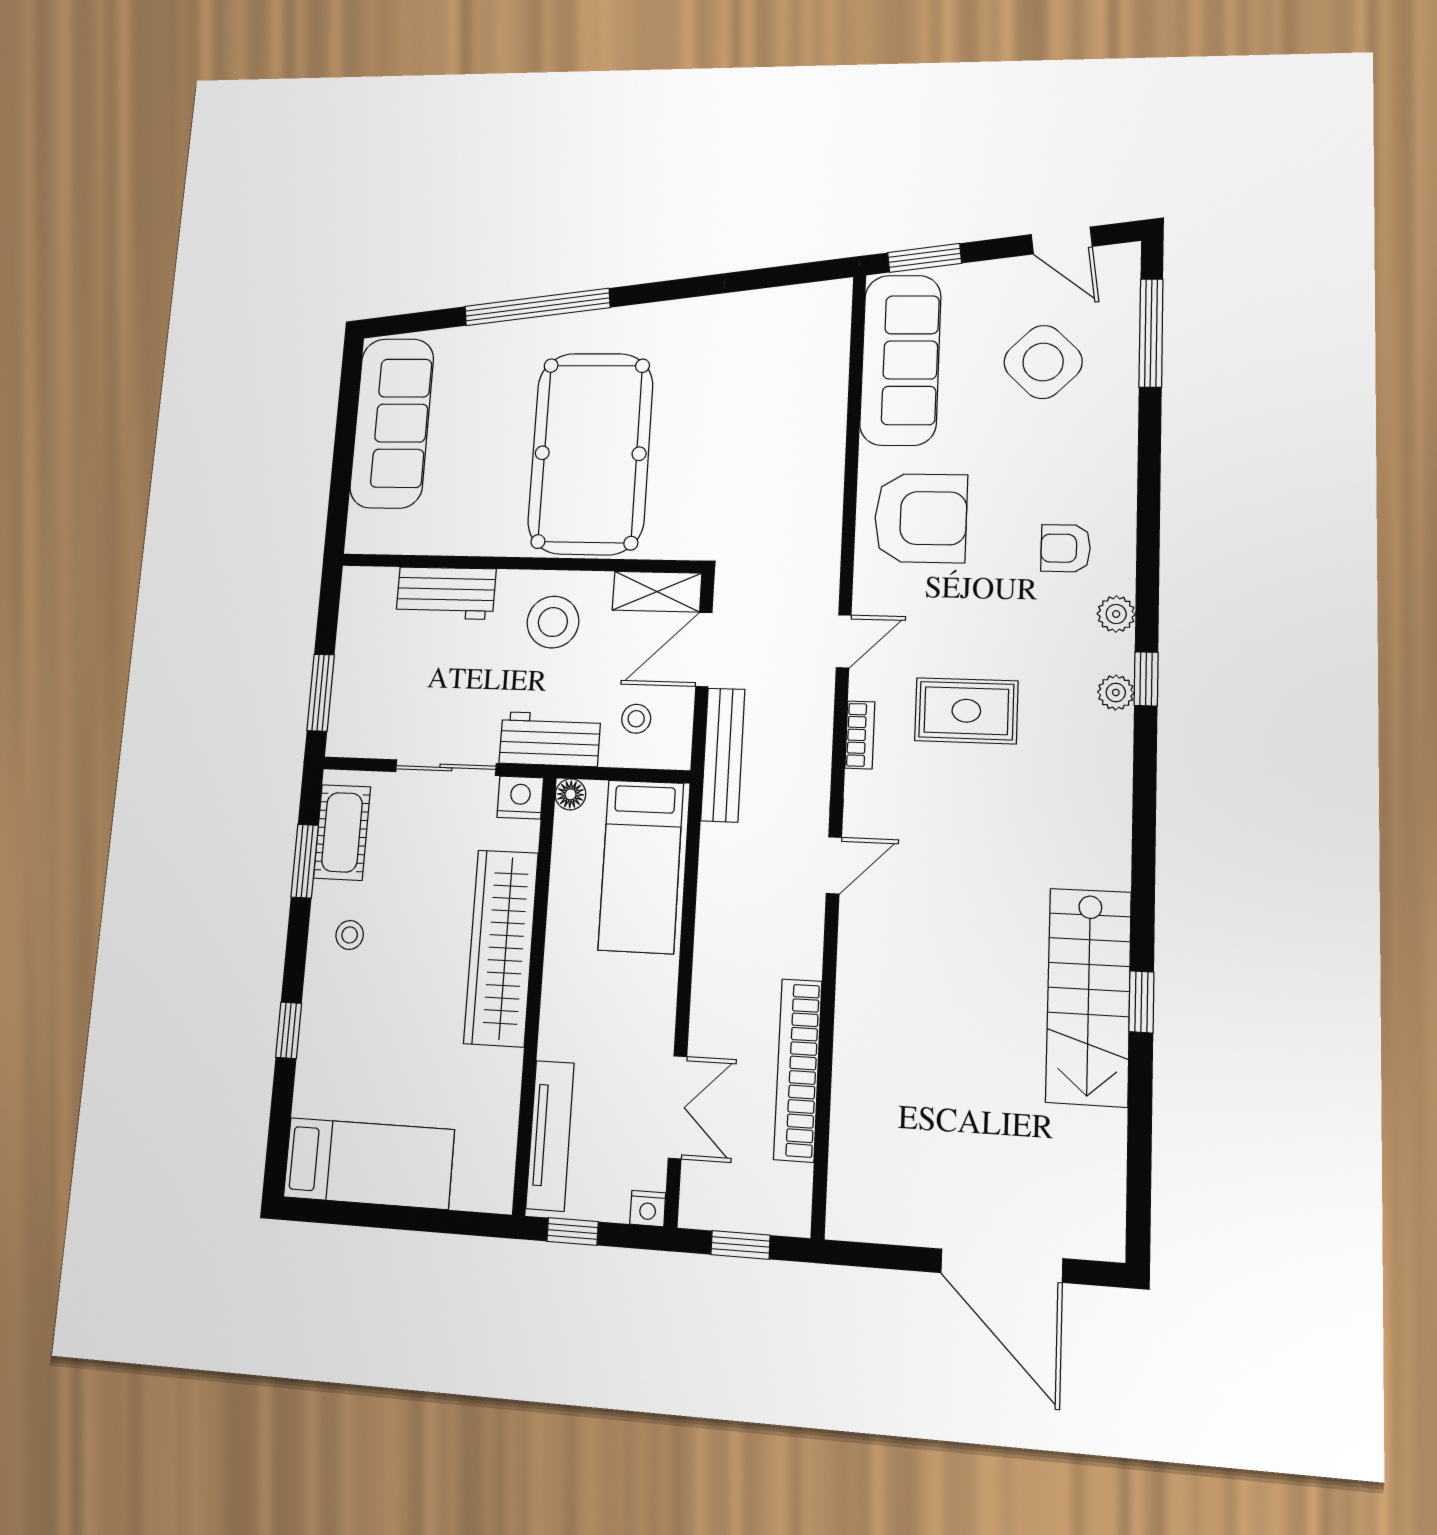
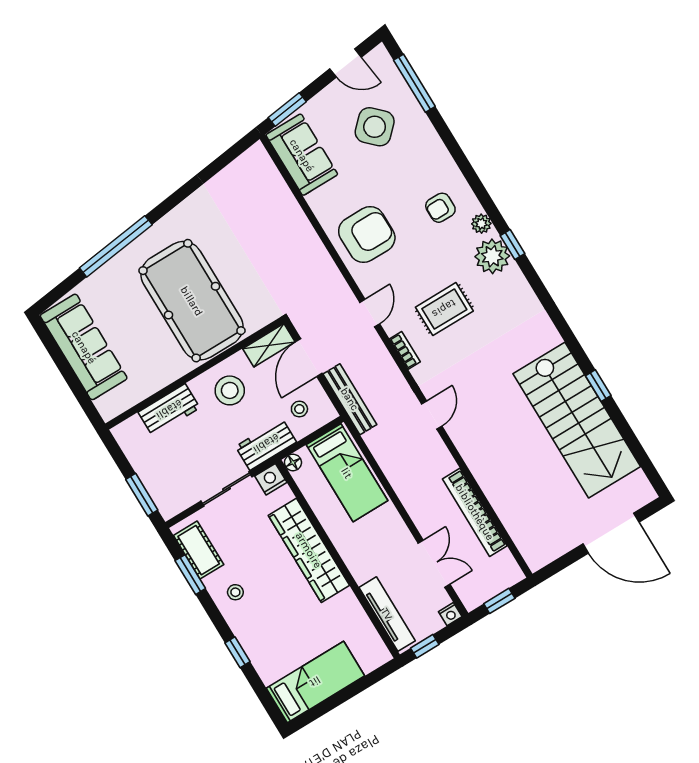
sofa: (900, 360) -> (302, 155), width x0.73
plant: (1116, 693) -> (492, 256), width x1.88, depth x1.88
stairs: (1089, 997) -> (577, 420), width x1.36, depth x1.51

